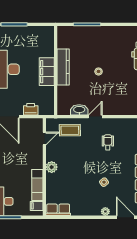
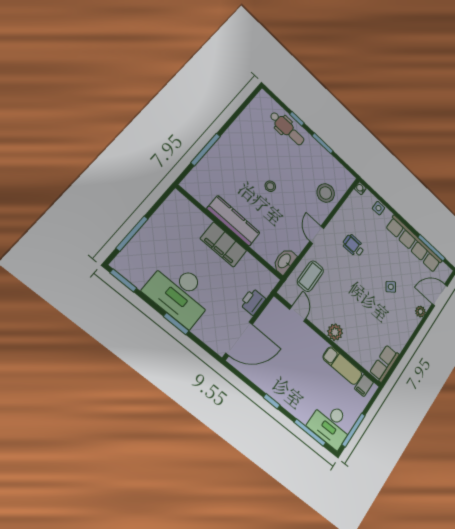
stool: (123, 104) -> (326, 193), added
washbasin: (79, 110) -> (285, 261), moved

